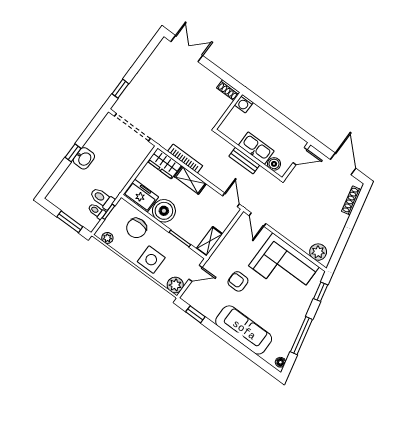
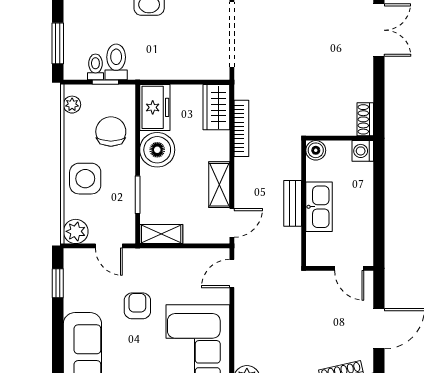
boiler: (274, 164) -> (316, 150), moved
shelving: (190, 180) -> (219, 185), moved
chair: (136, 228) -> (111, 132), turned 90

